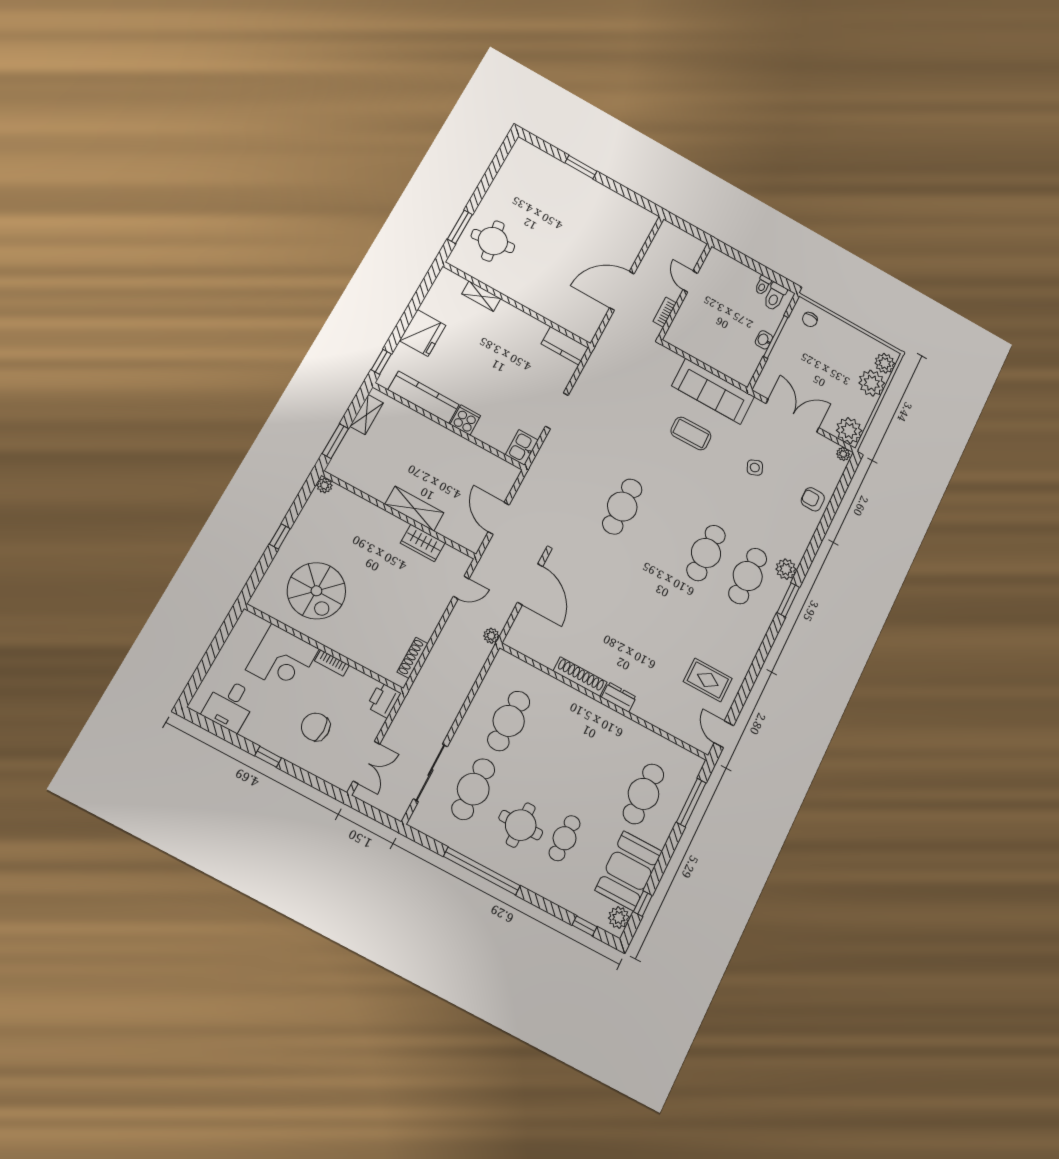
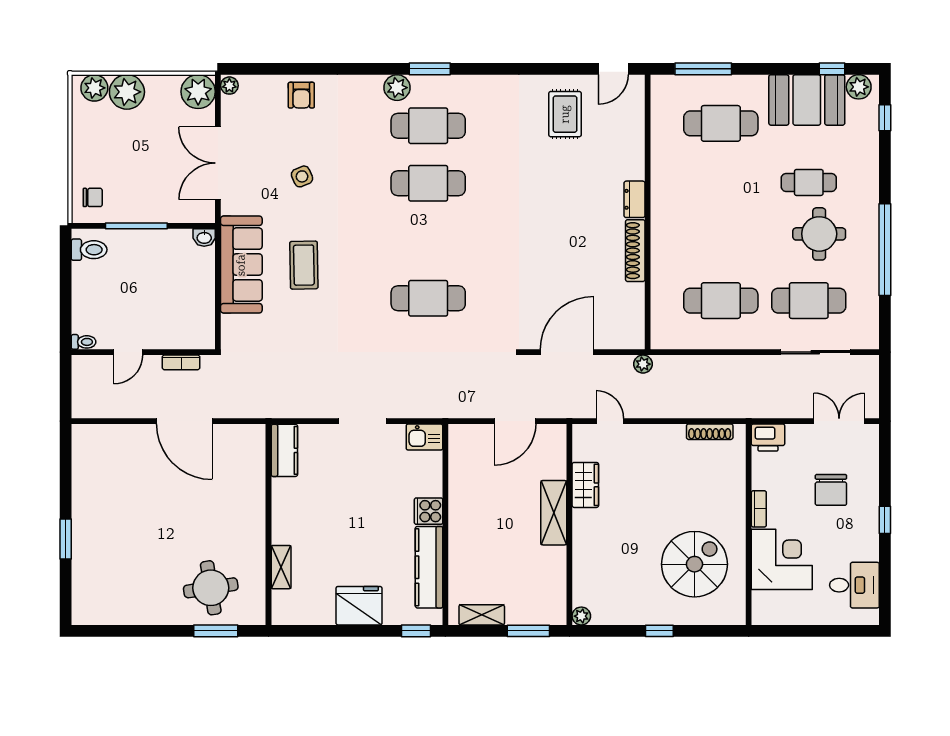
toilet: (763, 285) -> (84, 342), moved
washbasin: (764, 340) -> (204, 237), moved

